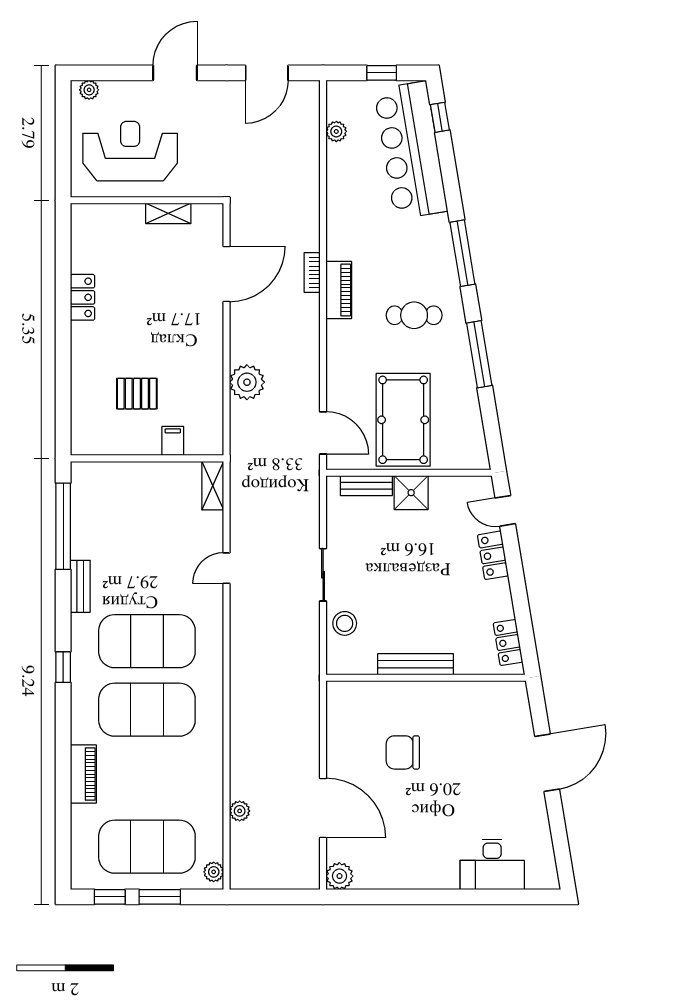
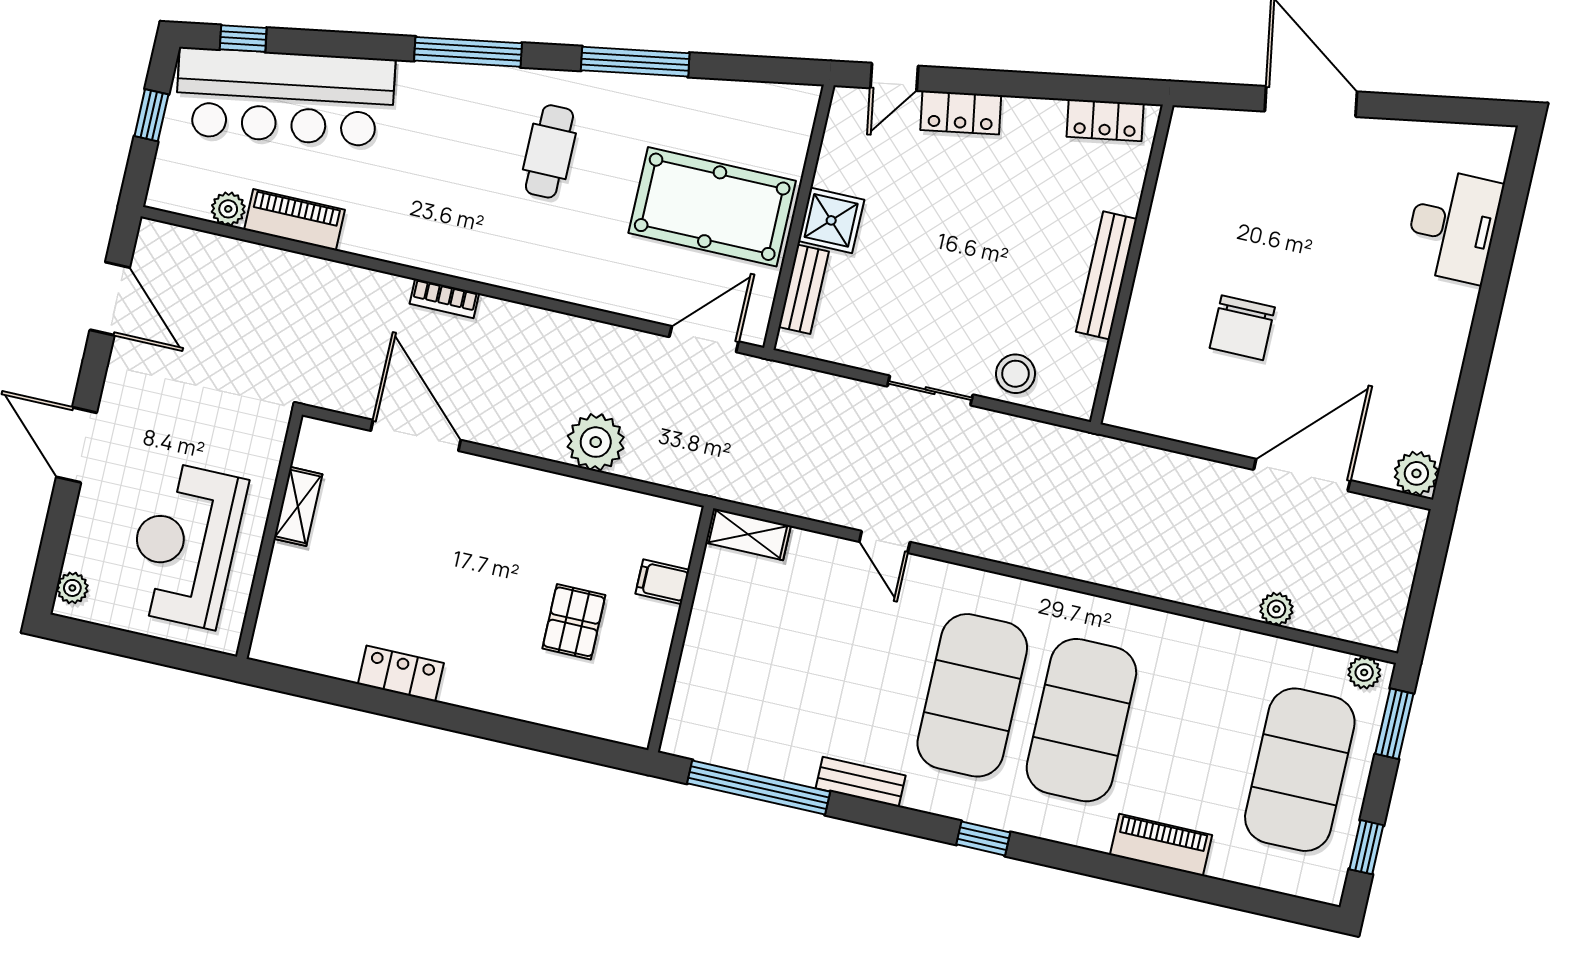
piano: (339, 290) -> (294, 220), moved
window: (160, 897) -> (1394, 724), moved

